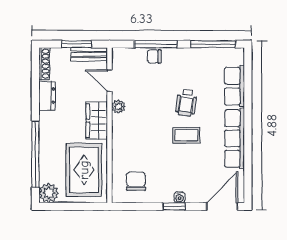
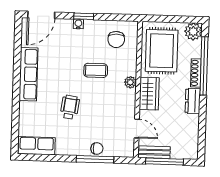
window: (77, 44) -> (165, 161), width x1.44
window: (213, 44) -> (45, 158), removed
shoe rack: (44, 64) -> (196, 73), moved
row of seats: (234, 86) -> (37, 146), moved, turned -90
dresser: (47, 96) -> (193, 101), moved
plant: (118, 106) -> (130, 82), moved
coffee table: (186, 135) -> (96, 70), moved

